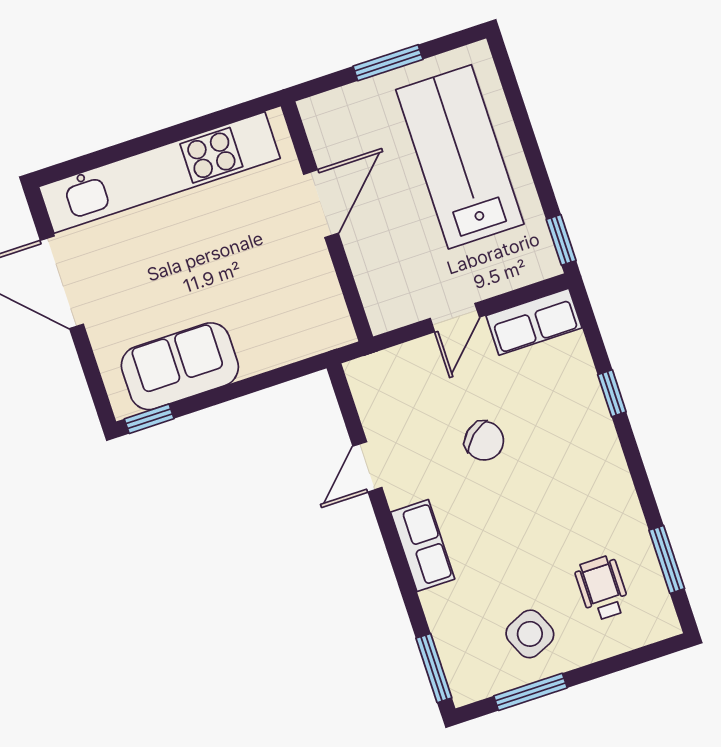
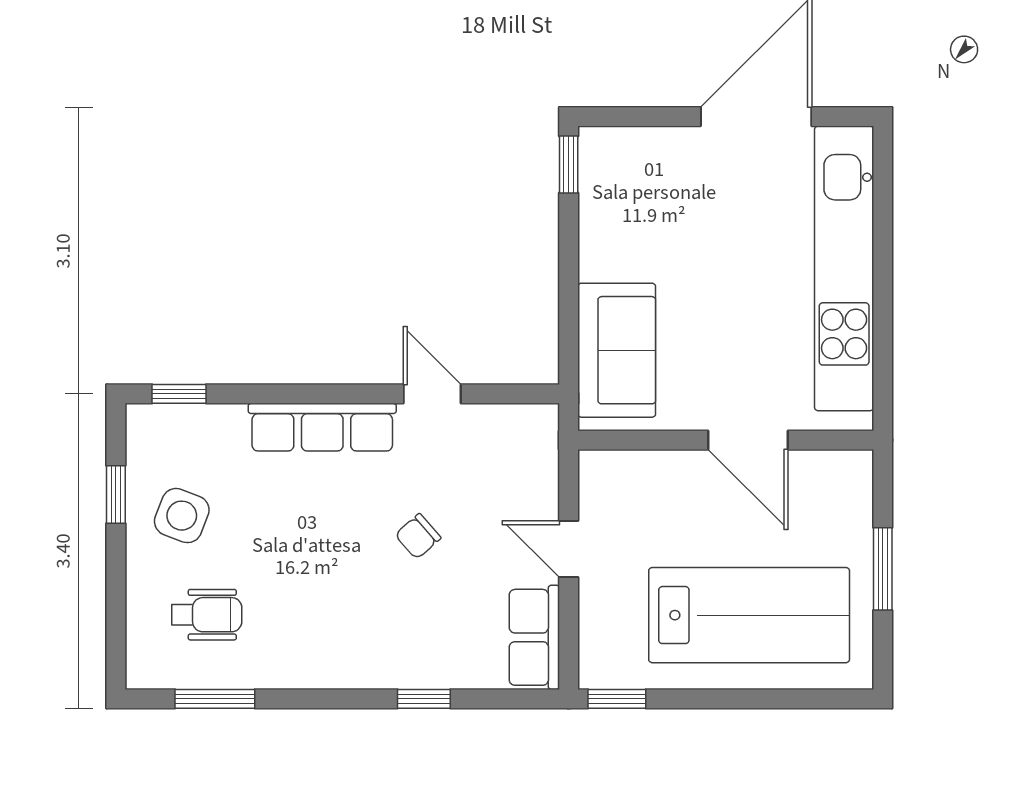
sofa: (180, 366) -> (617, 350), moved
chair: (484, 441) -> (418, 536), width x0.73, depth x0.73
row of seats: (423, 546) -> (322, 427), width x1.48
side table: (530, 634) -> (182, 516), turned 45
window: (434, 668) -> (179, 394), width x0.67
window: (530, 692) -> (116, 495), width x0.67

